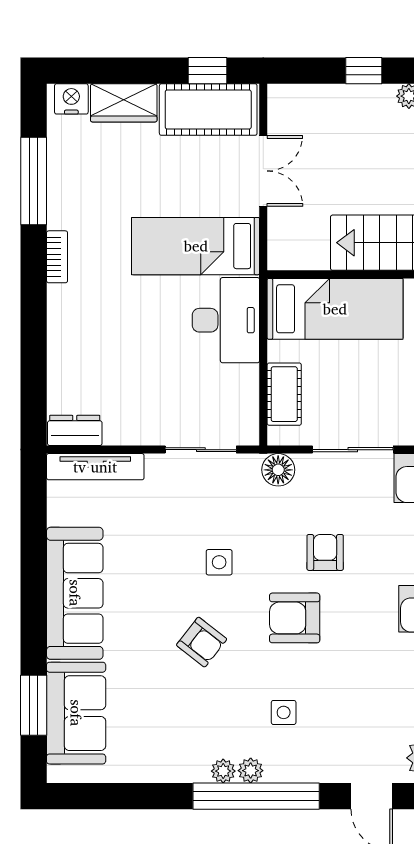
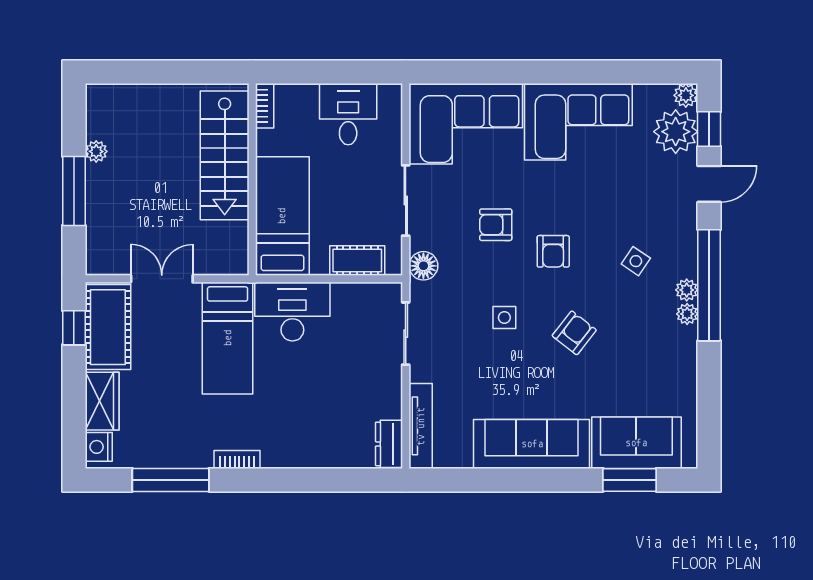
window: (364, 71) -> (74, 191), width x2.17
armchair: (295, 618) -> (553, 251), width x0.72, depth x0.72
side table: (284, 712) -> (636, 261), turned 34

